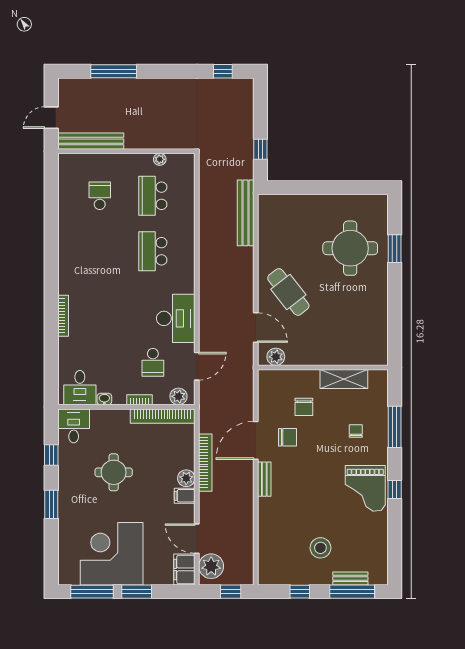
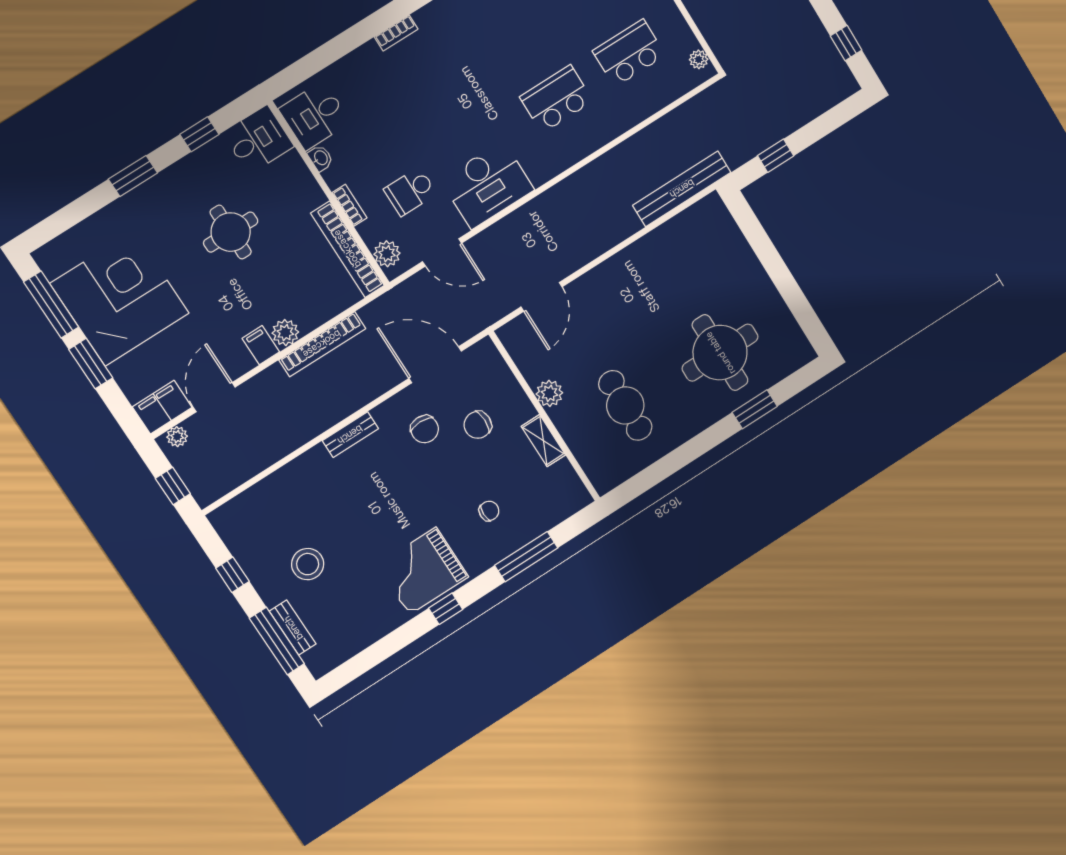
plant: (160, 159) -> (699, 59), moved
cafe table: (288, 292) -> (625, 405), moved, turned -51
bookcase: (63, 316) -> (396, 33), width x0.64
plant: (276, 357) -> (549, 393), moved
shelving: (344, 379) -> (543, 441), width x0.67, depth x0.75
door: (256, 440) -> (435, 365), moved
plant: (211, 566) -> (177, 437), width x0.53, depth x0.53

